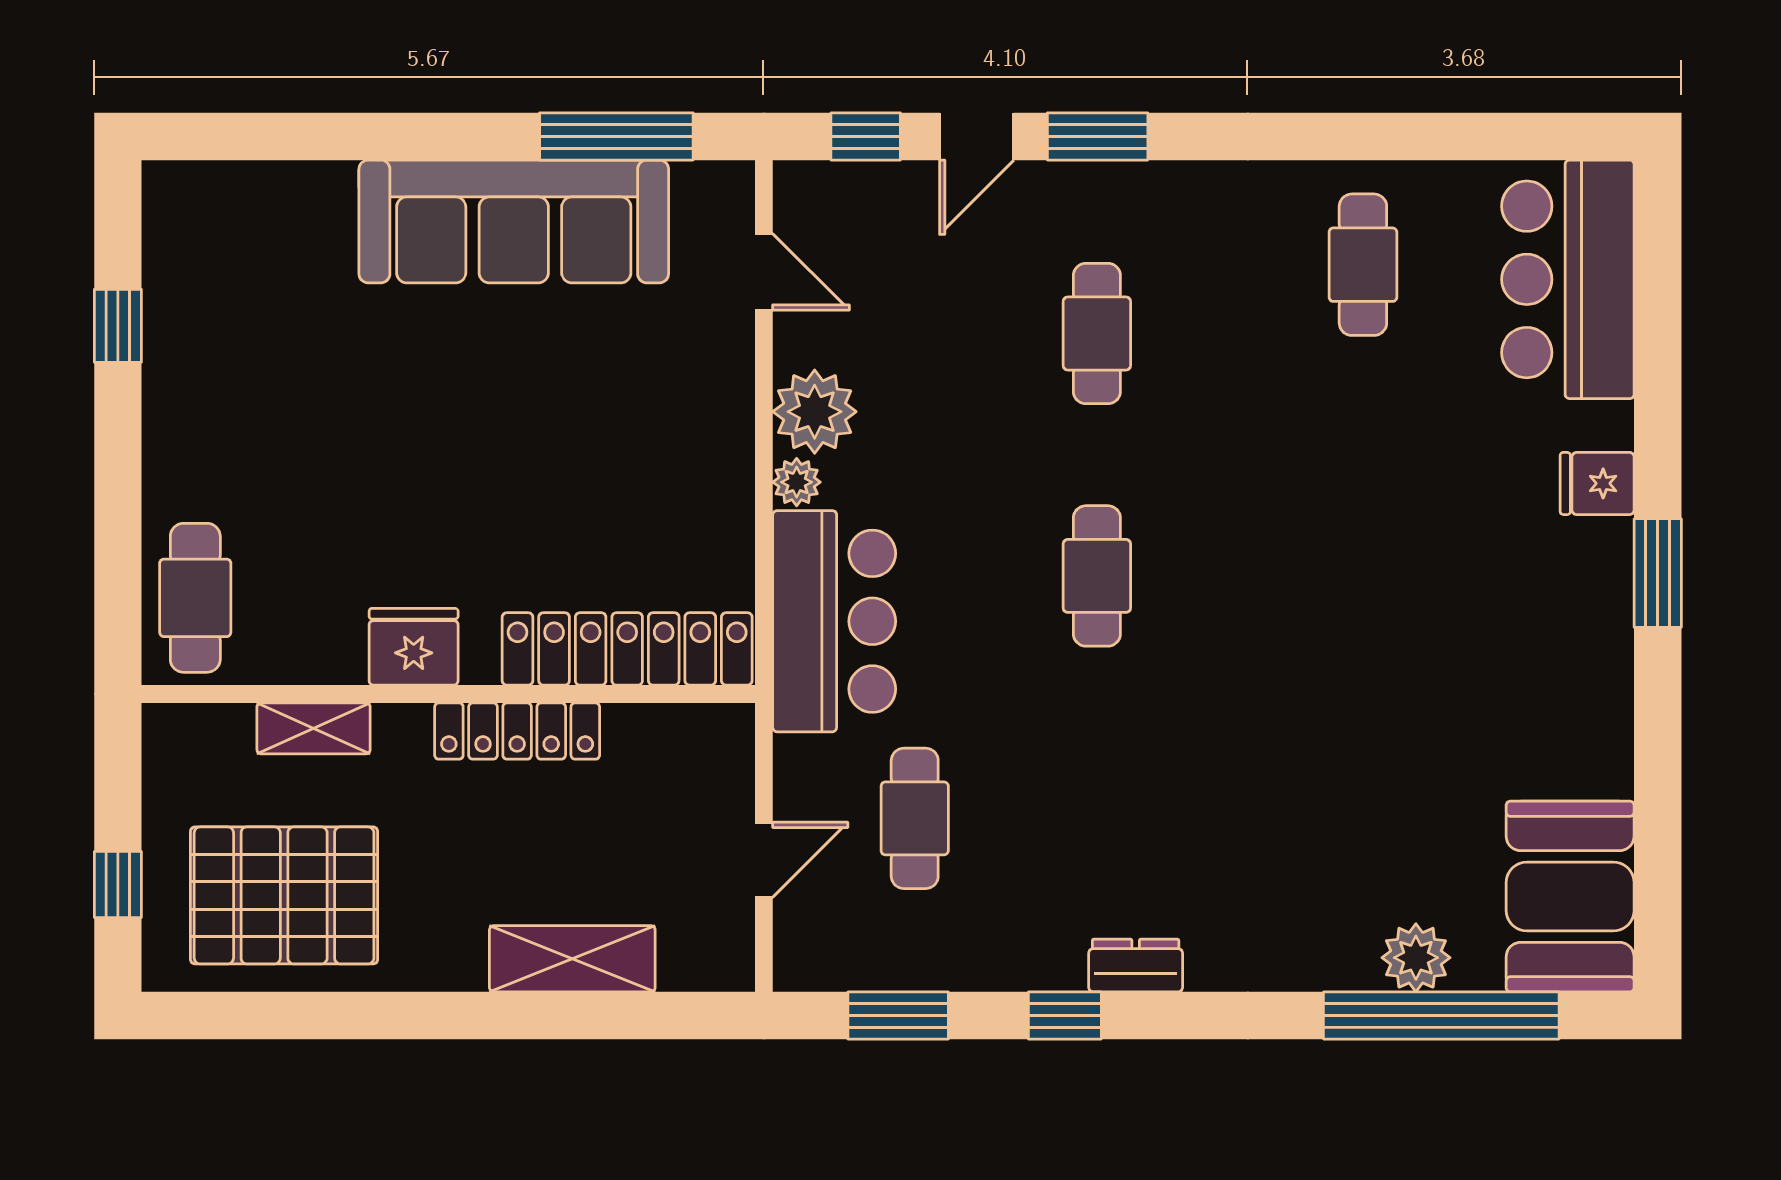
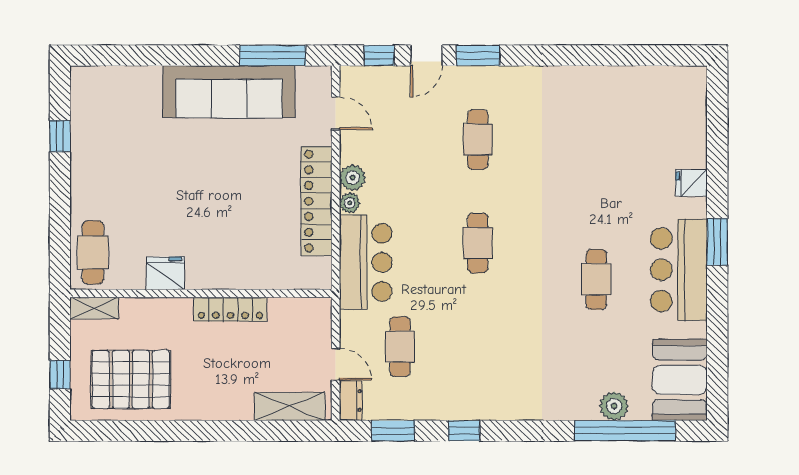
cafe table: (1363, 265) -> (596, 279), moved
bar counter: (1568, 279) -> (679, 270), moved
plant: (815, 412) -> (353, 178), width x0.73, depth x0.73
fridge: (1597, 483) -> (691, 183), moved
fridge: (414, 647) -> (165, 273), moved
locker: (627, 649) -> (316, 201), moved, turned -90
shelving: (314, 728) -> (94, 308), moved
door: (764, 860) -> (336, 364), hinge flipped
shelving: (572, 959) -> (290, 406), moved
dresser: (1136, 966) -> (351, 401), moved, turned 90

